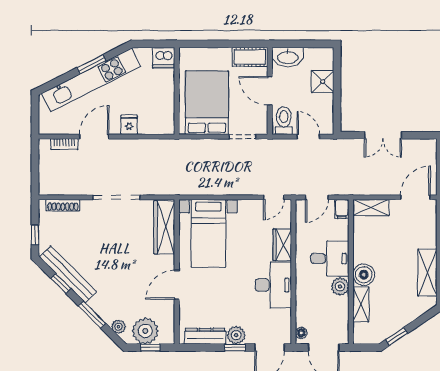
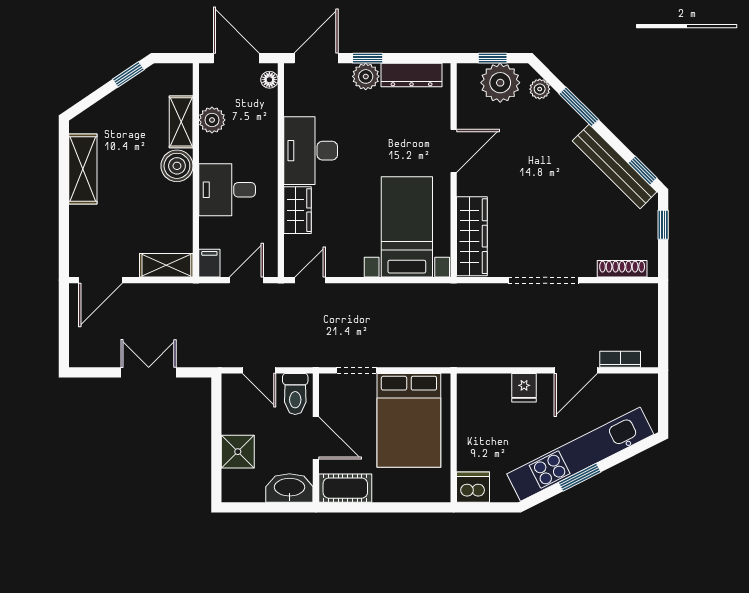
window: (61, 284) -> (643, 170), moved
plant: (340, 286) -> (212, 120), moved

